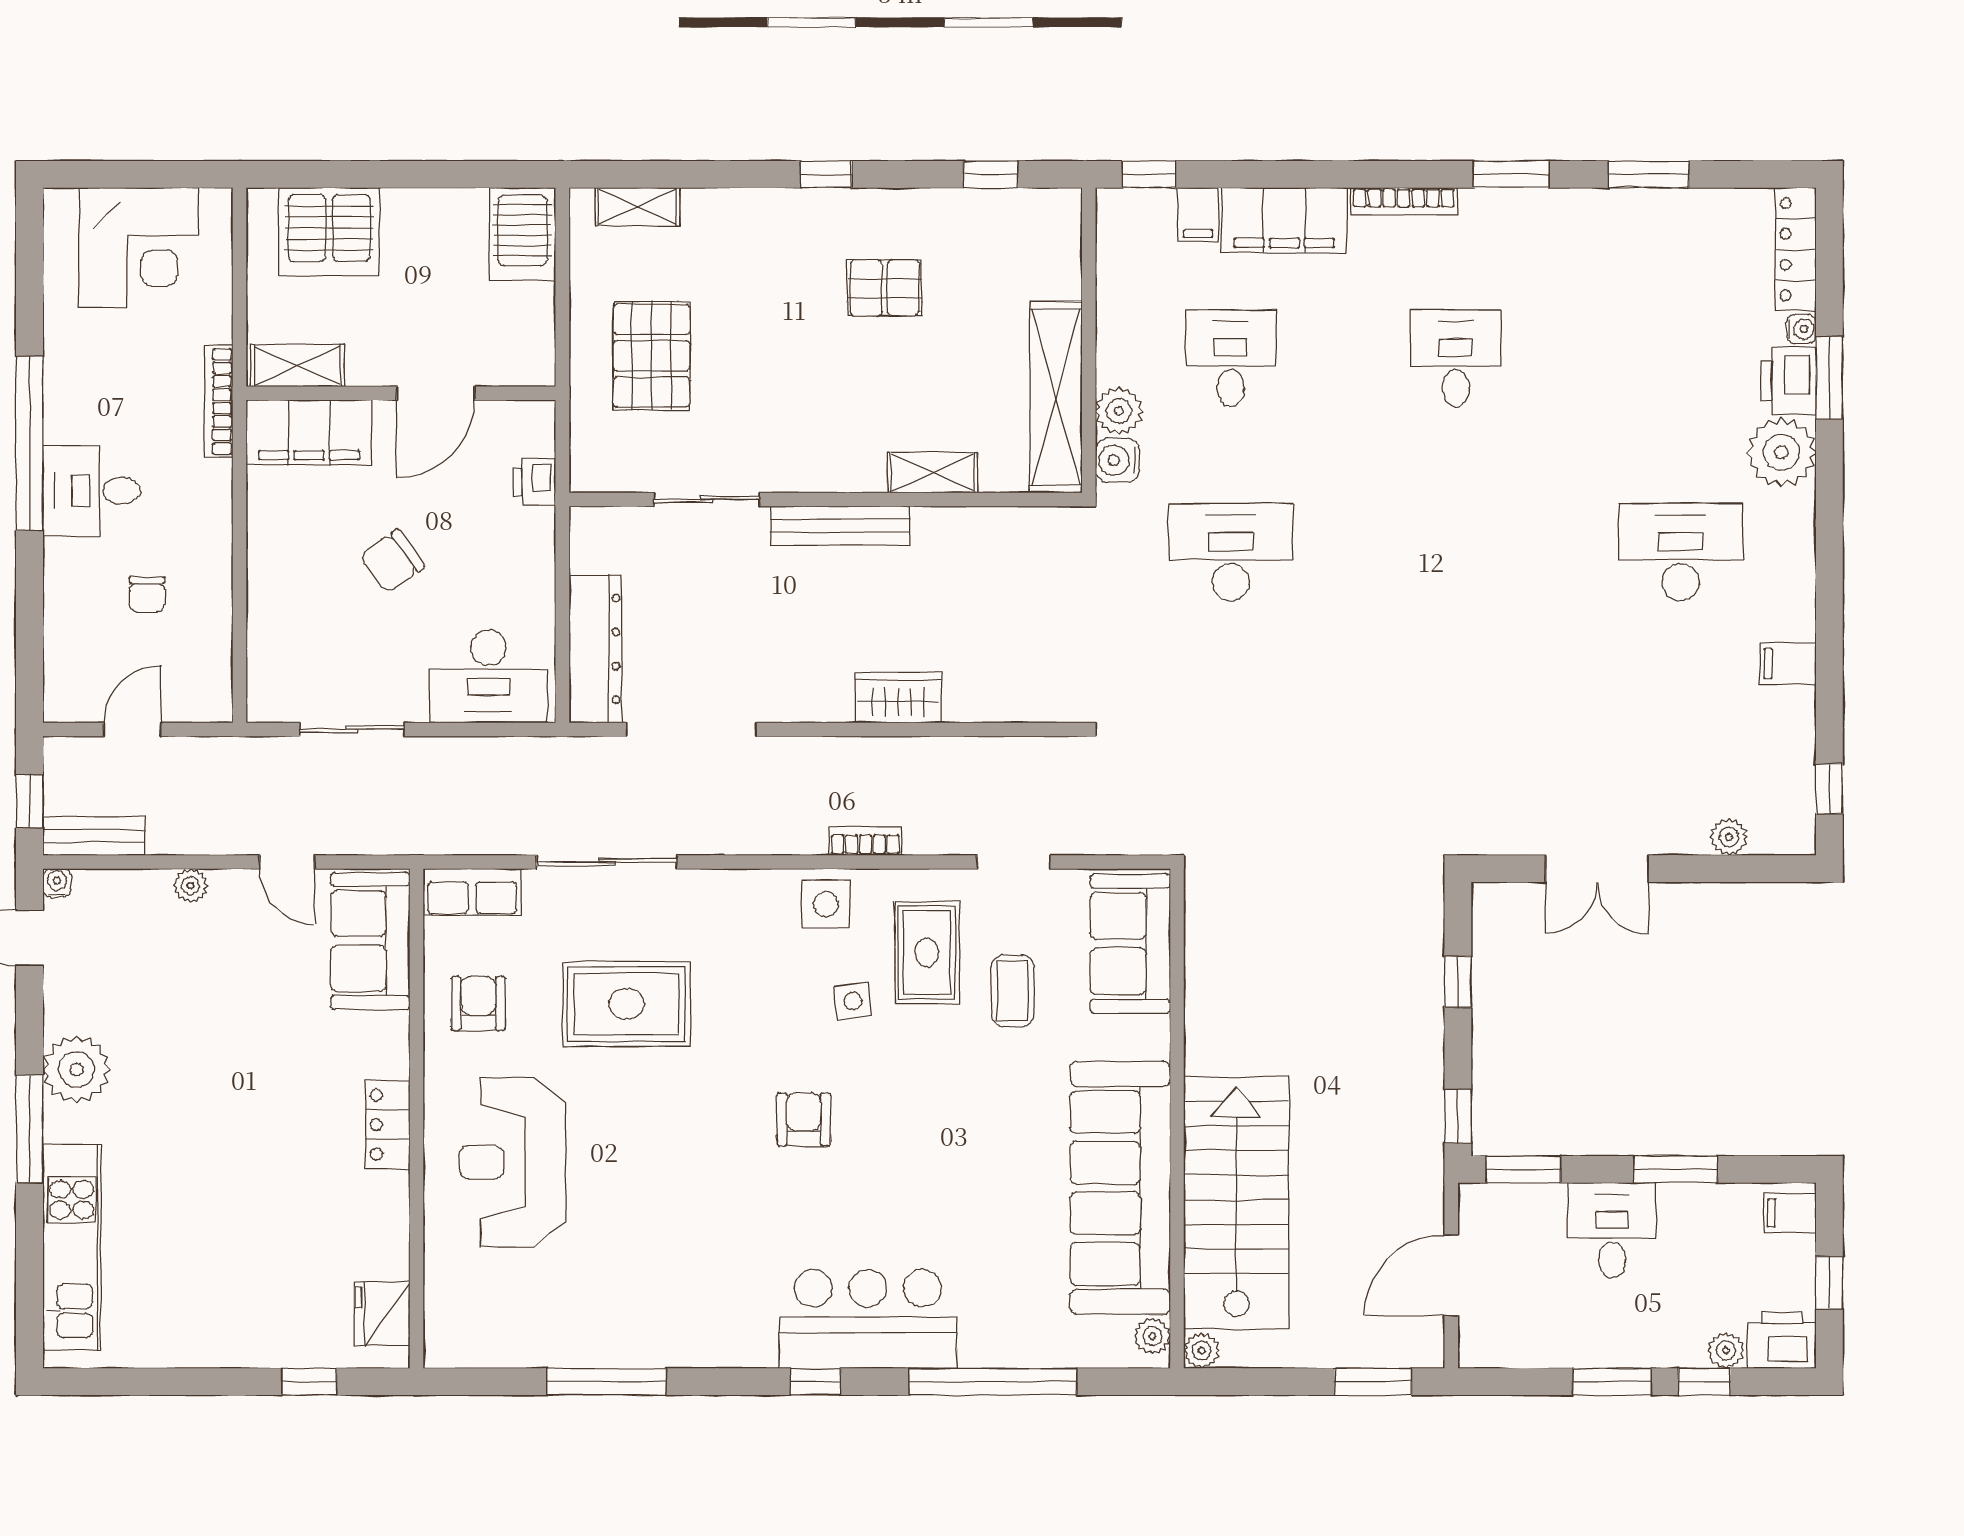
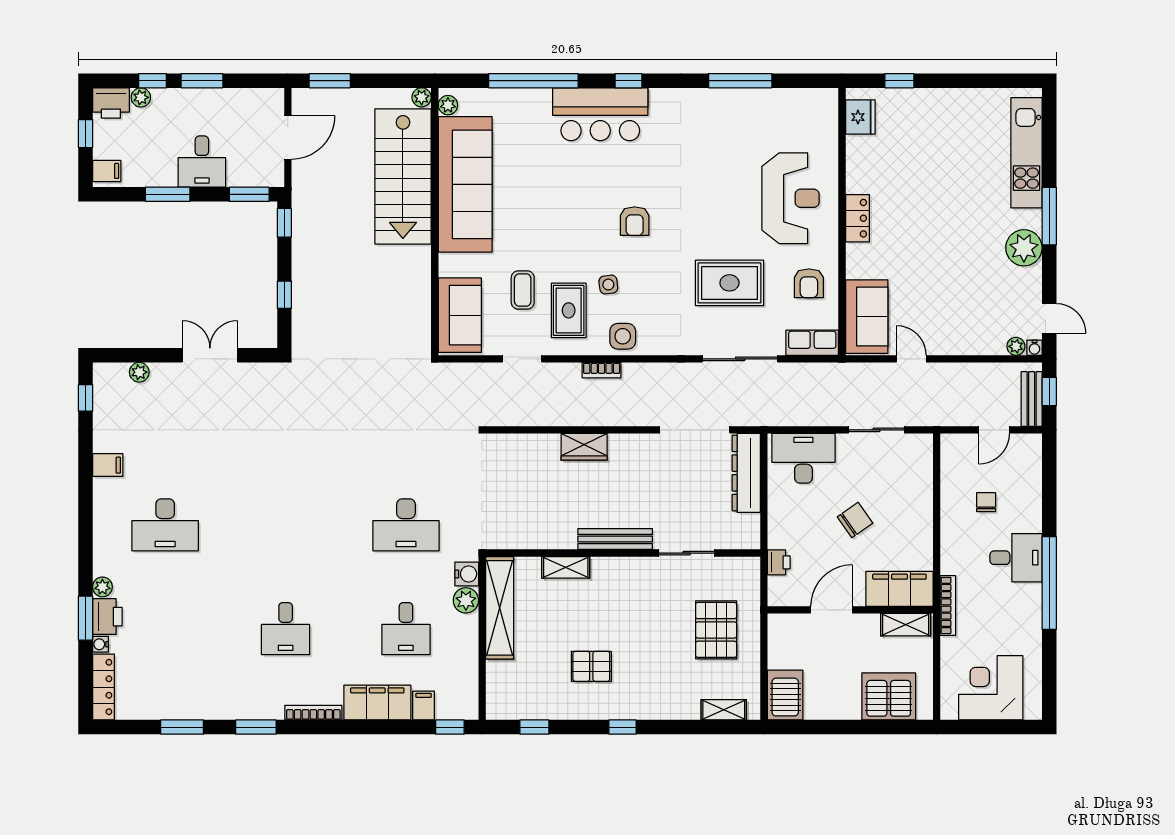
plant: (1781, 452) -> (102, 587), width x0.53, depth x0.53
bench: (94, 836) -> (1032, 399), moved, turned 90
plant: (191, 885) -> (1016, 346), moved

